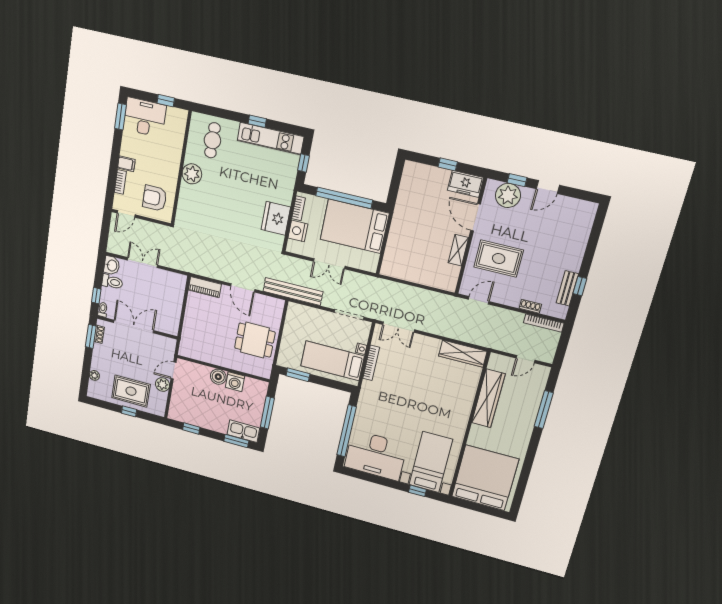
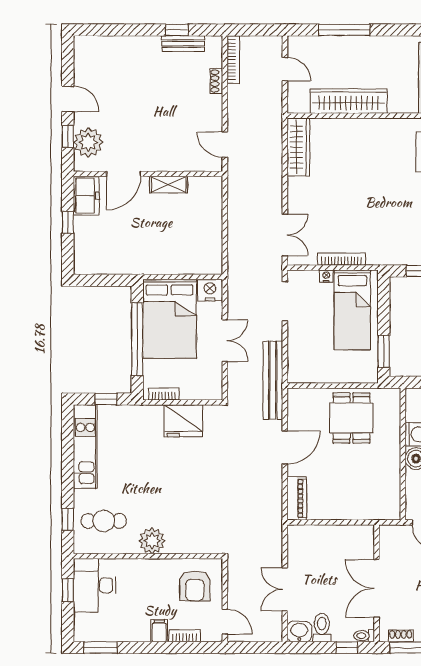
desk: (145, 117) -> (95, 585), moved
window: (257, 121) -> (68, 519), moved
nightstand: (298, 231) -> (210, 290), moved, turned 180
rug: (499, 259) -> (167, 134), removed

